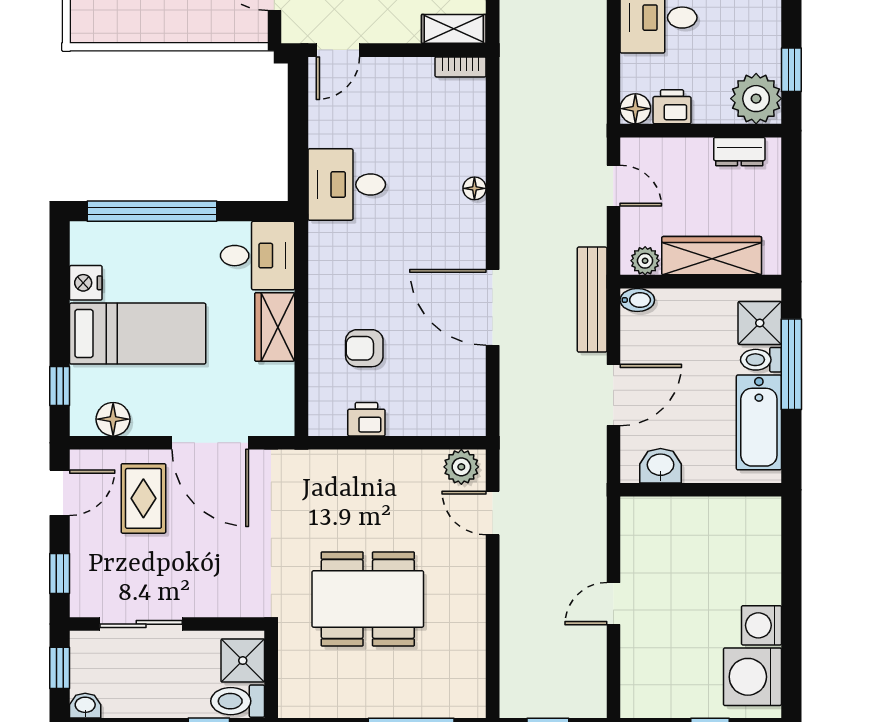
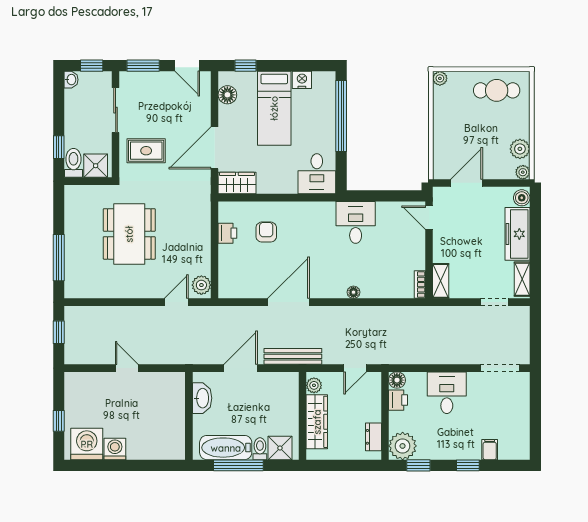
plant: (83, 30) -> (440, 78), added
bidet: (637, 300) -> (293, 381), removed
wardrobe: (275, 327) -> (237, 183), moved
window: (791, 364) -> (238, 465), moved
door: (613, 395) -> (241, 368), swing flipped
washbasin: (661, 466) -> (202, 398), width x1.38
rug: (143, 498) -> (146, 151), moved
window: (60, 574) -> (143, 66), width x1.50

